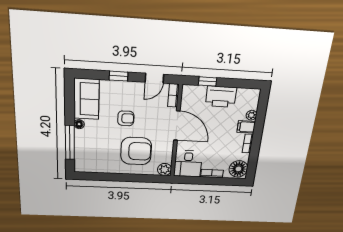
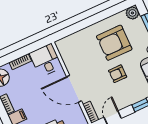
armchair: (136, 151) -> (114, 43), moved
plant: (165, 169) -> (132, 13), moved

